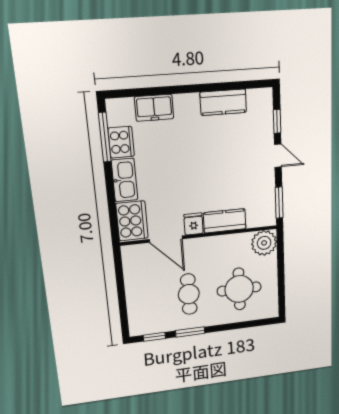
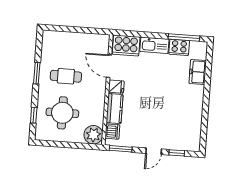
kitchen counter: (223, 102) -> (195, 118), removed
dishwasher: (257, 218) -> (112, 132), added
door: (166, 239) -> (109, 66), hinge flipped
window: (154, 337) -> (34, 115), moved

